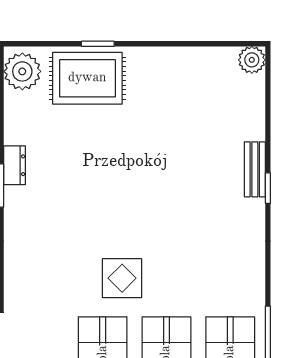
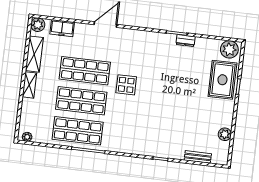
plant: (252, 60) -> (225, 134), moved
bench: (255, 169) -> (198, 157), moved

